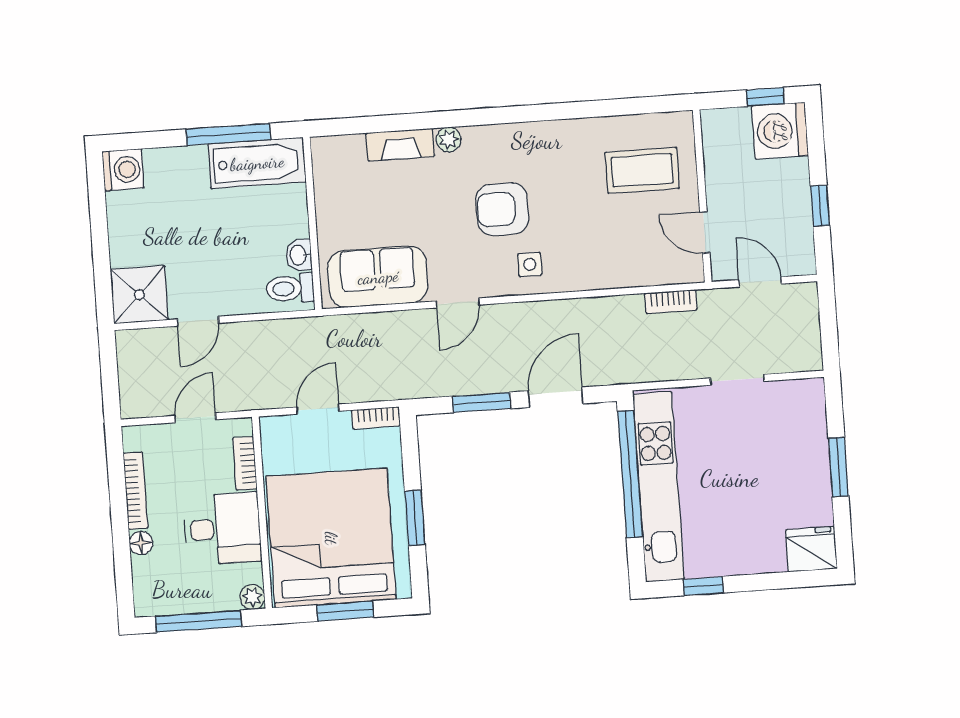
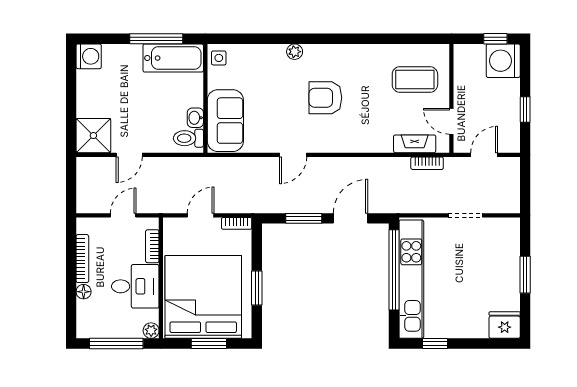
fireplace: (400, 145) -> (415, 144), moved, turned 180
side table: (530, 264) -> (219, 58), moved
sofa: (378, 277) -> (225, 121), moved, turned 90
door: (760, 282) -> (484, 155), hinge flipped

